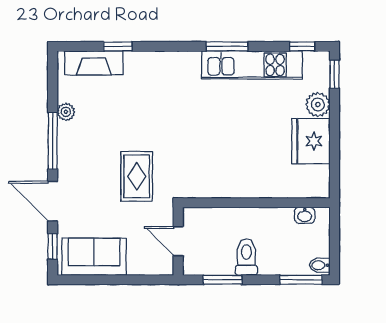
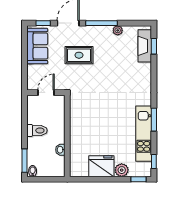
window: (118, 46) -> (154, 46), moved
rug: (137, 176) -> (79, 55), moved
washbasin: (305, 215) -> (60, 150), moved
window: (223, 280) -> (25, 117), removed

